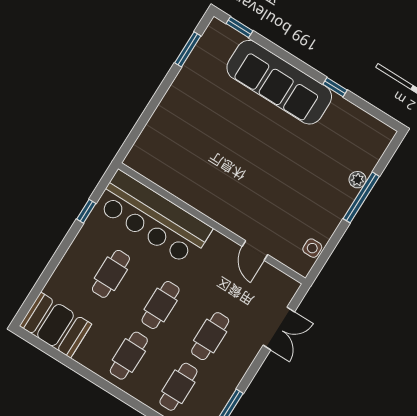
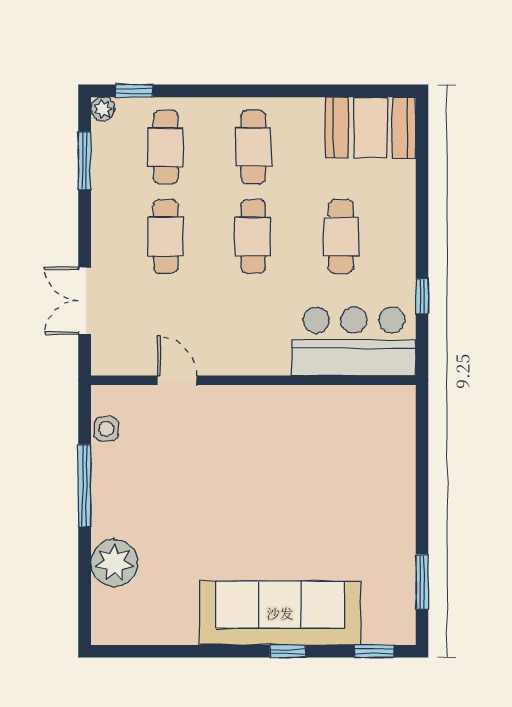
window: (335, 87) -> (288, 651), moved
plant: (358, 180) -> (114, 563), width x1.88, depth x1.88
window: (361, 197) -> (85, 485), moved
bar counter: (154, 218) -> (354, 341), width x0.73

